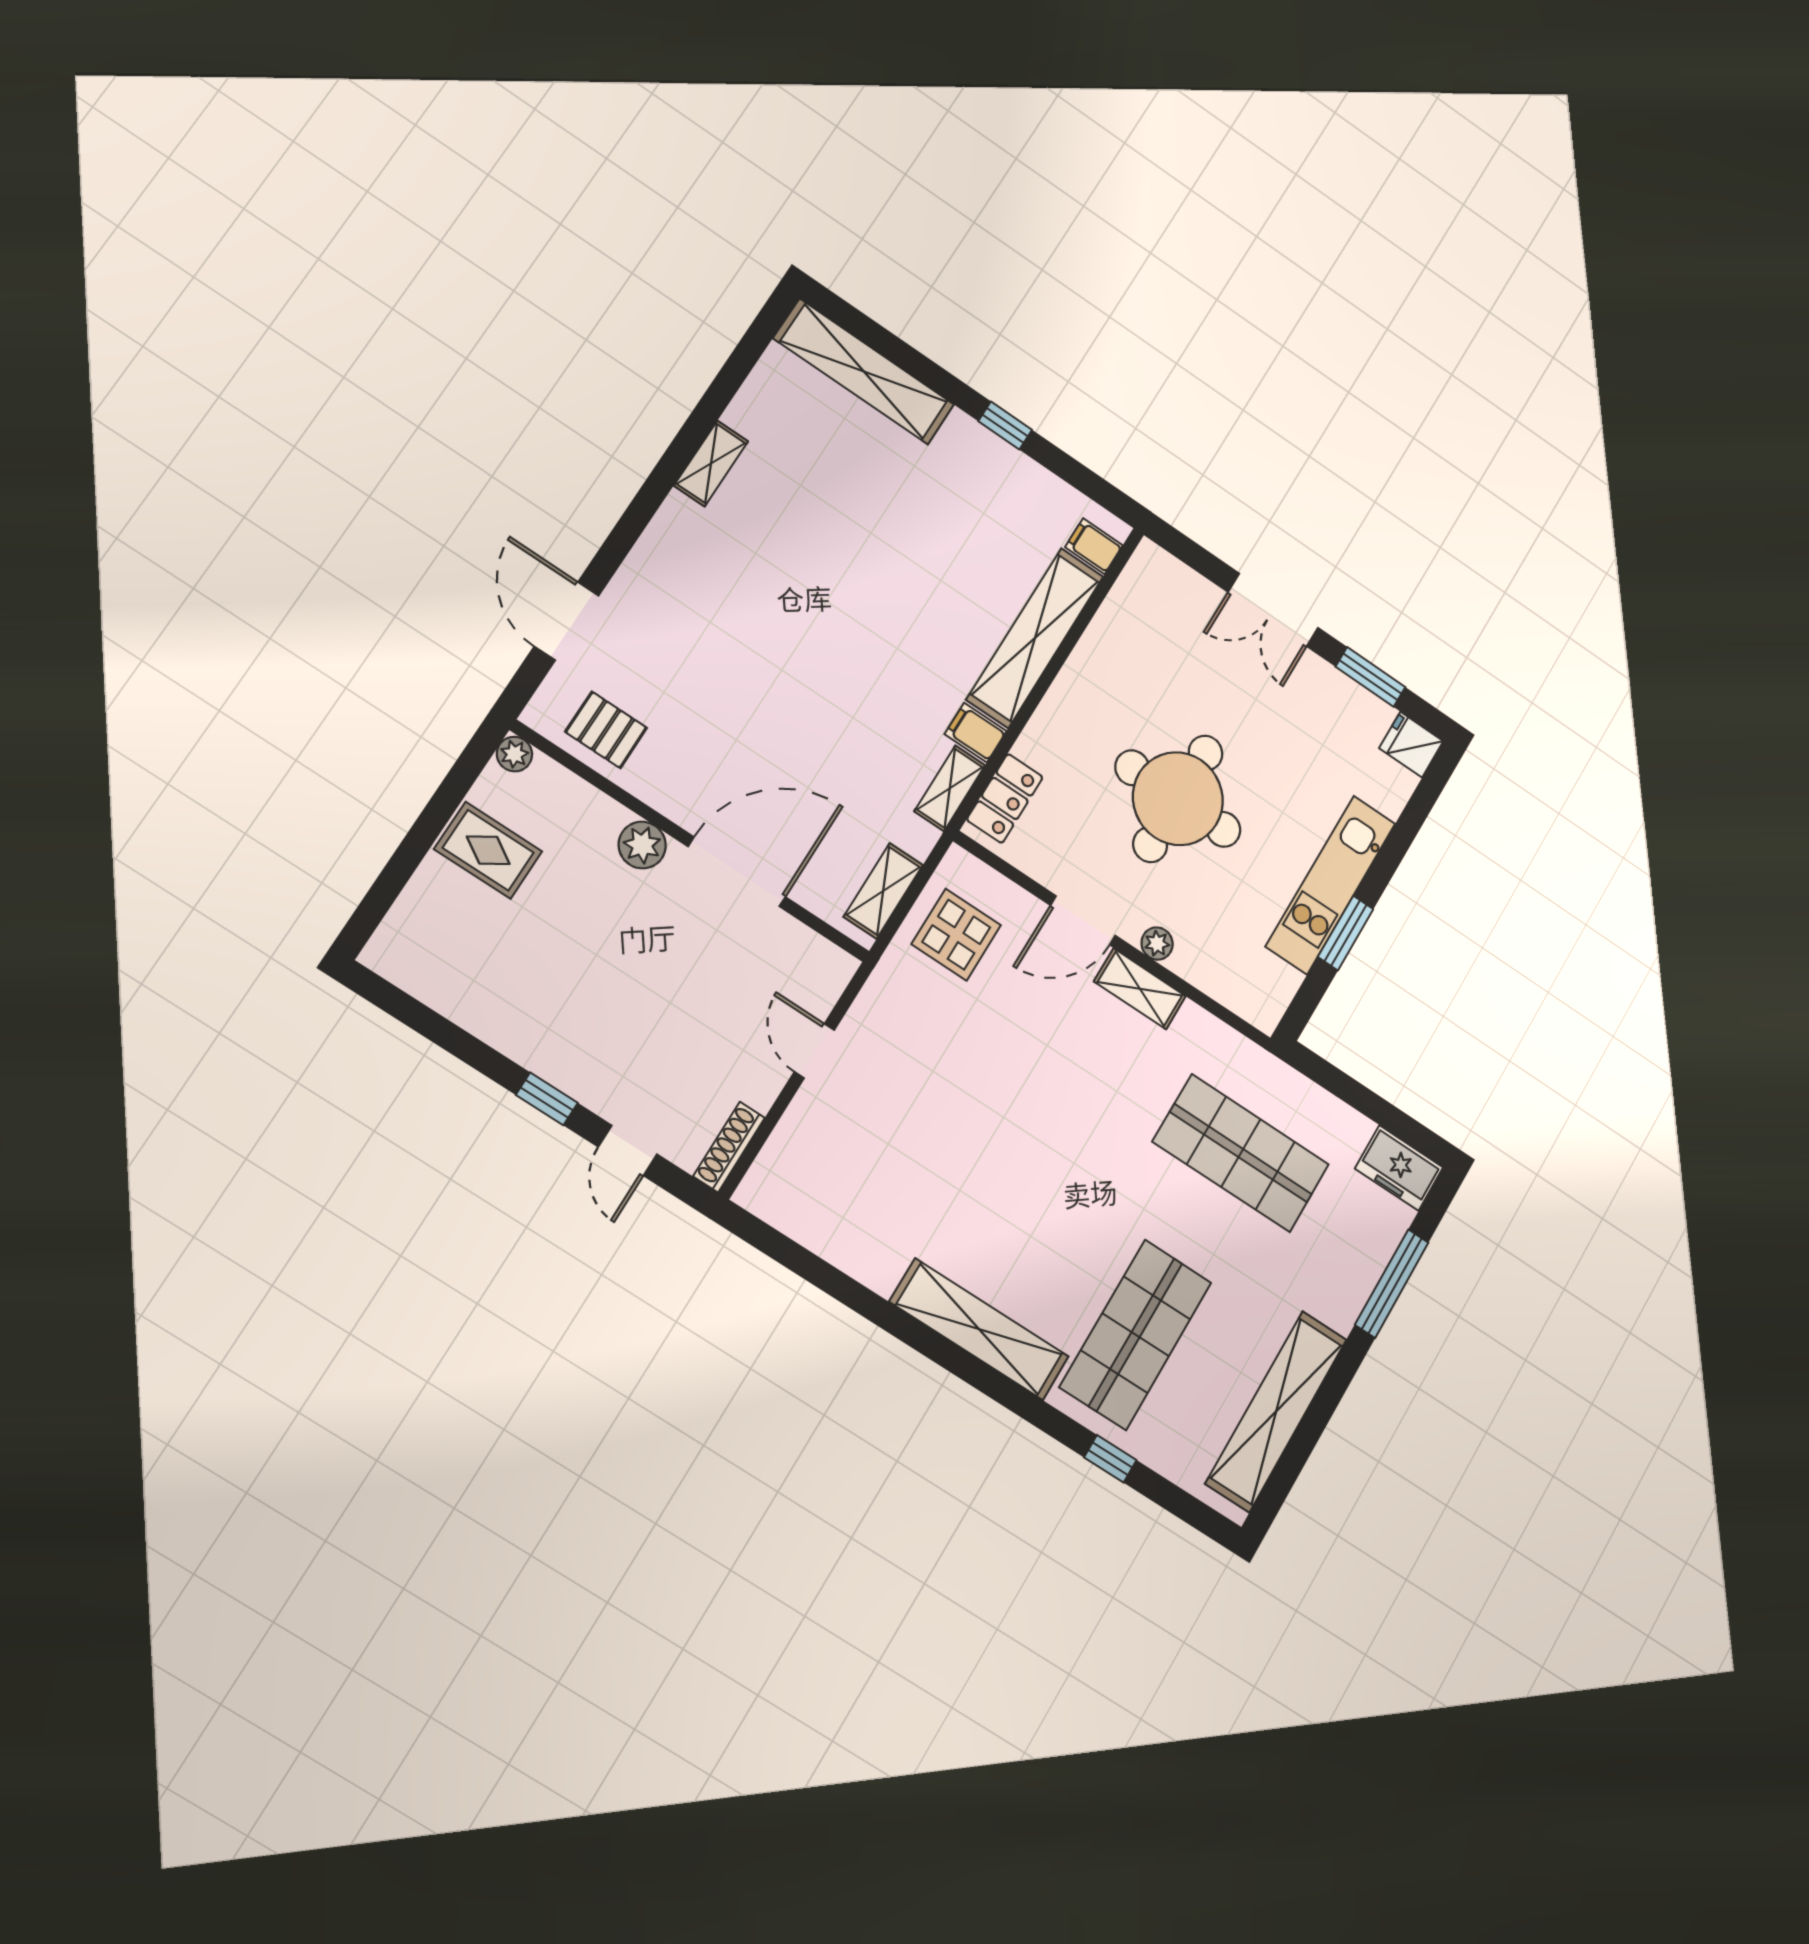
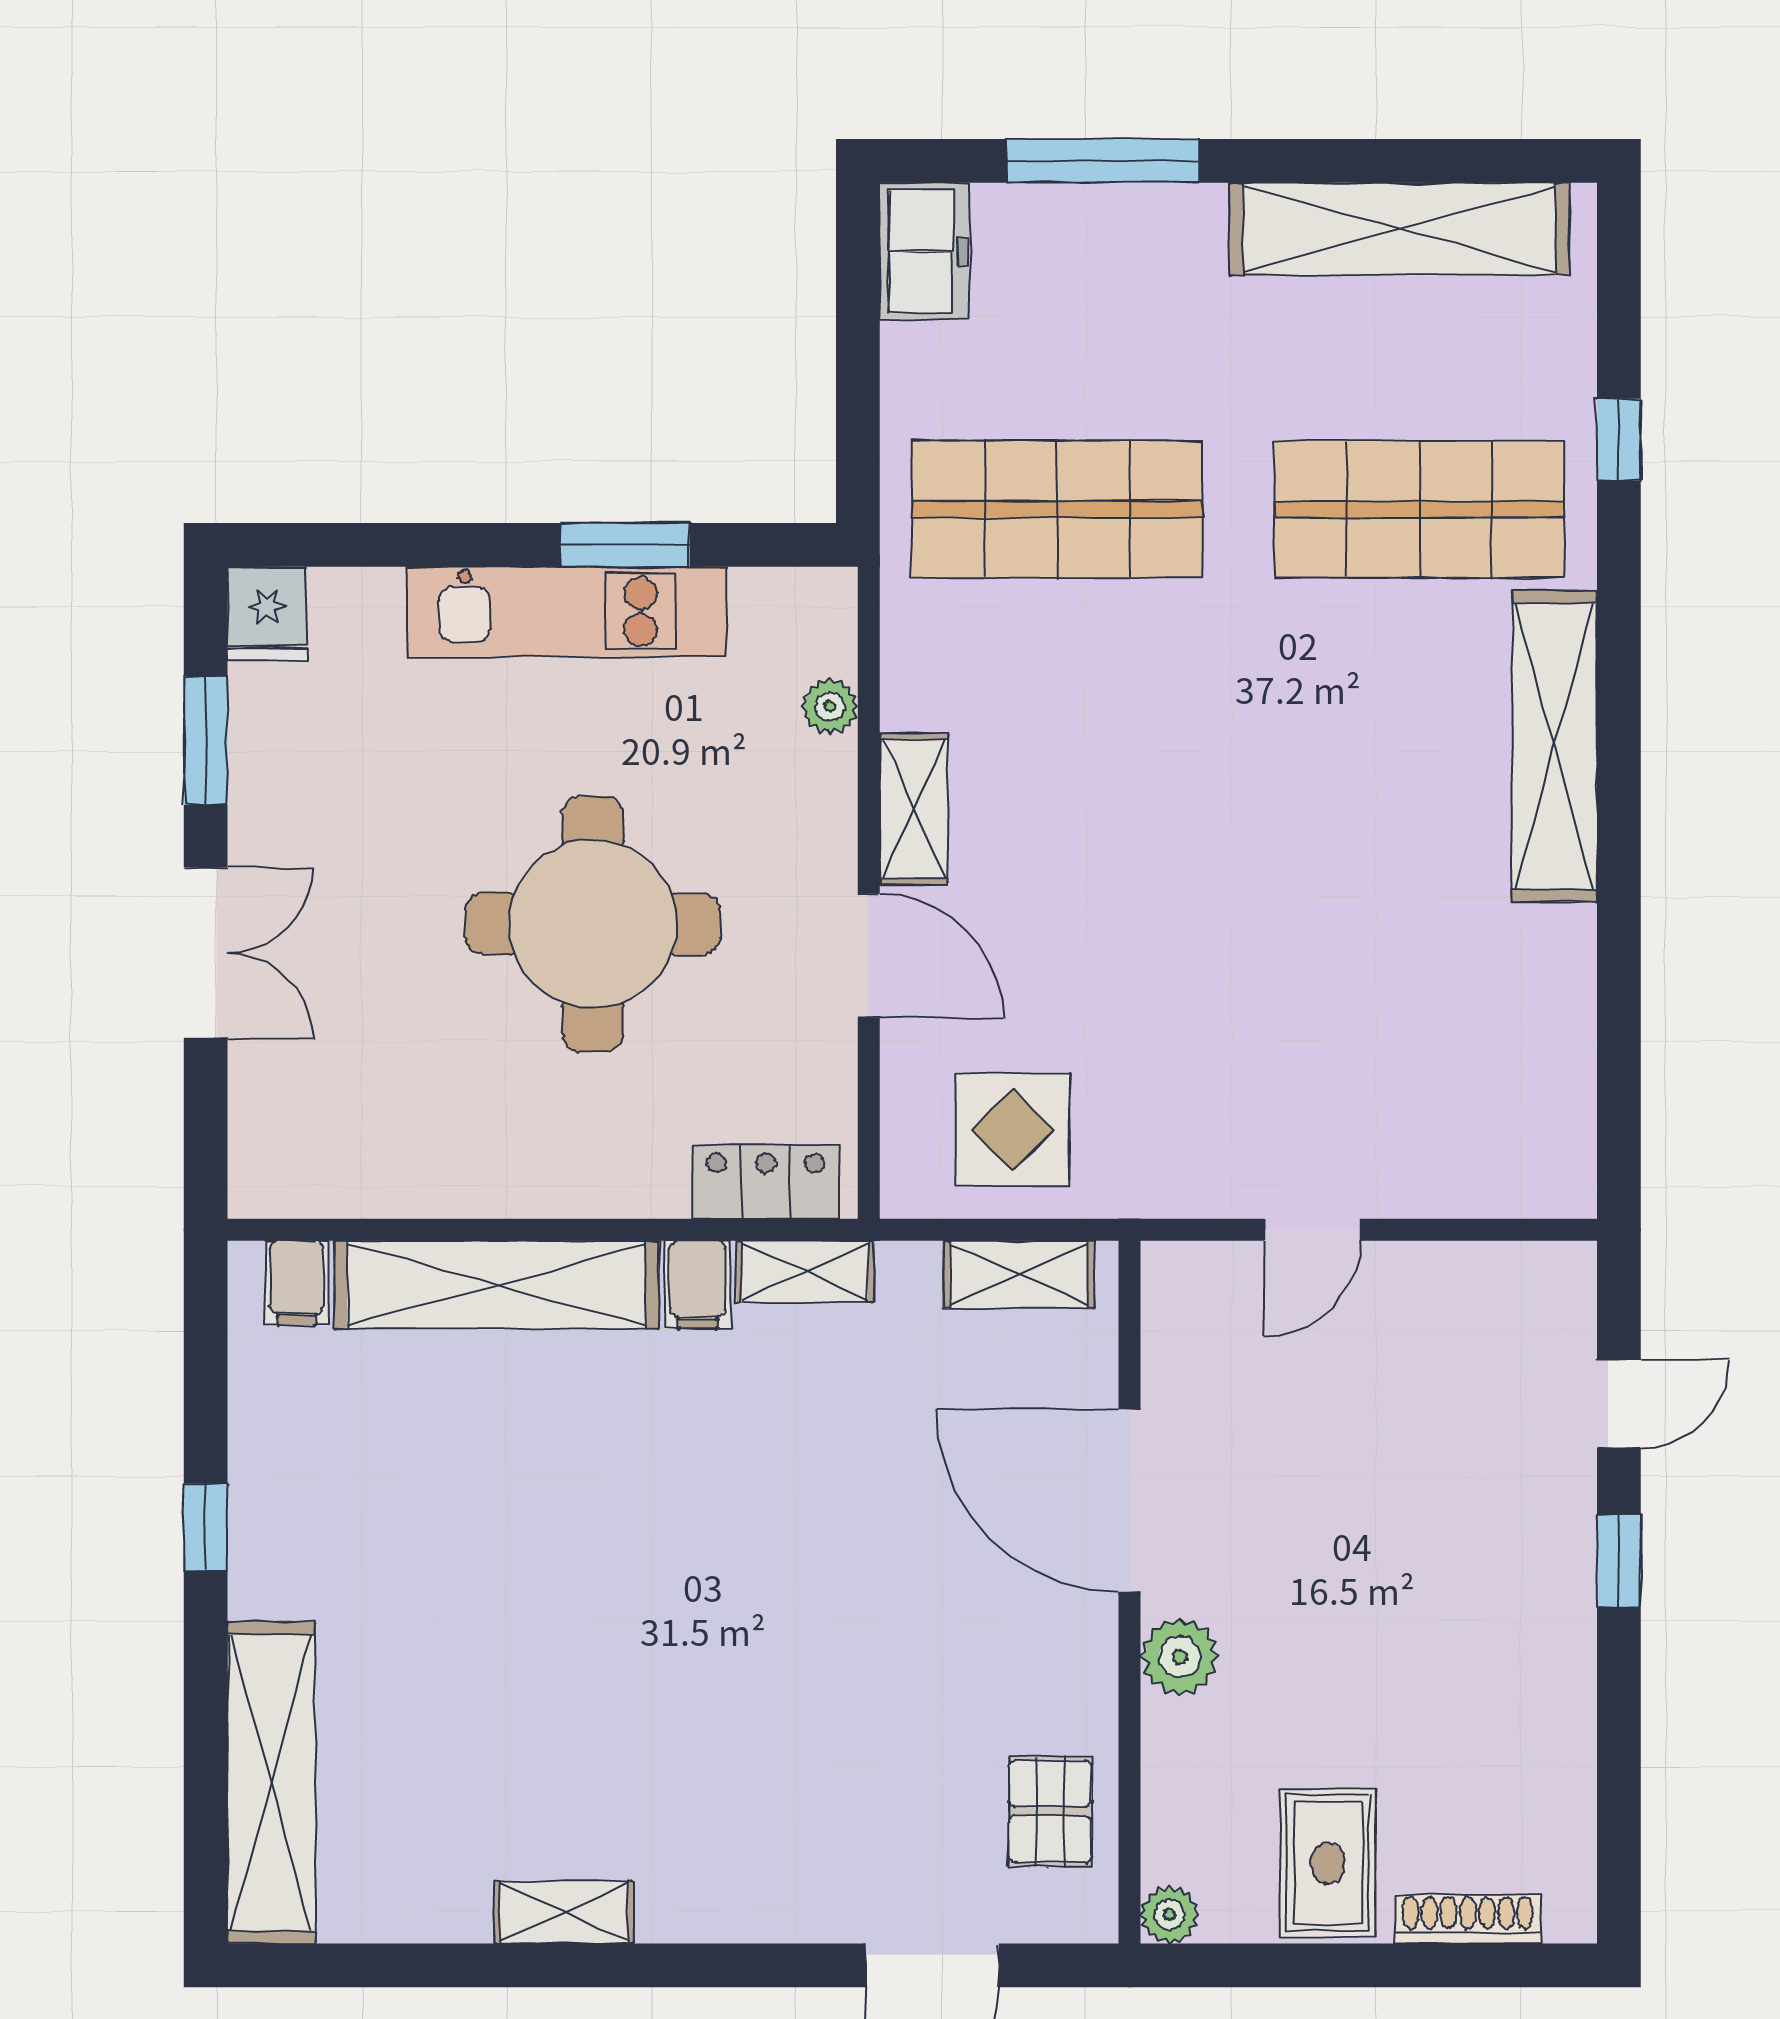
plant: (1157, 944) -> (830, 706), moved
shoe rack: (729, 1147) -> (1468, 1919), moved, turned 180
shop shelf: (1241, 1153) -> (1057, 509), turned 90

